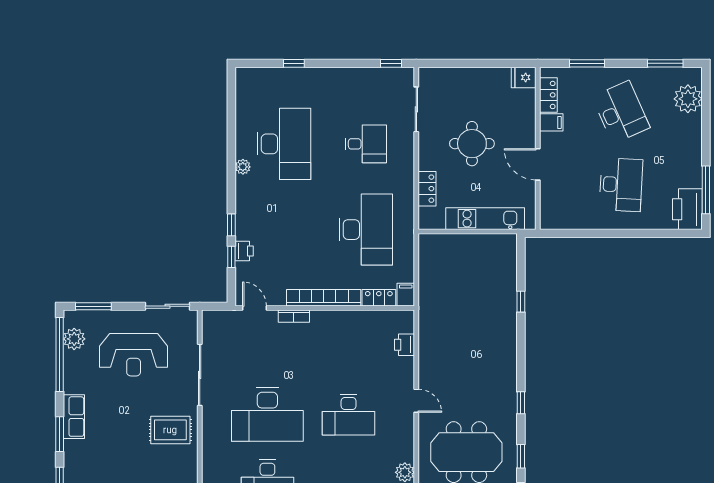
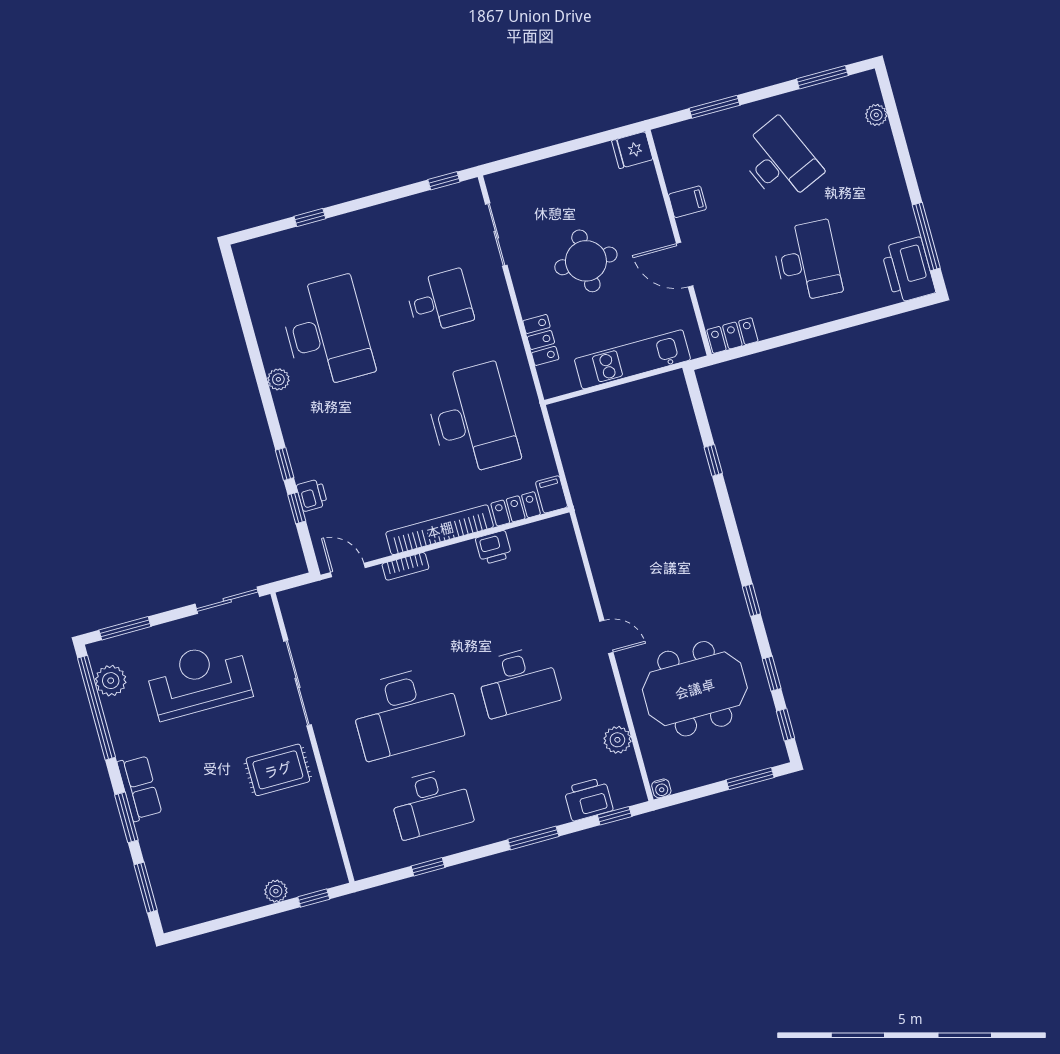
locker: (548, 95) -> (732, 336), moved, turned -90
plant: (688, 99) -> (876, 115), width x0.53, depth x0.53
printer: (405, 345) -> (494, 548), moved, turned -90
reception desk: (134, 355) -> (199, 680), turned 180

